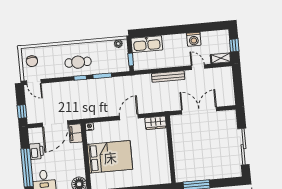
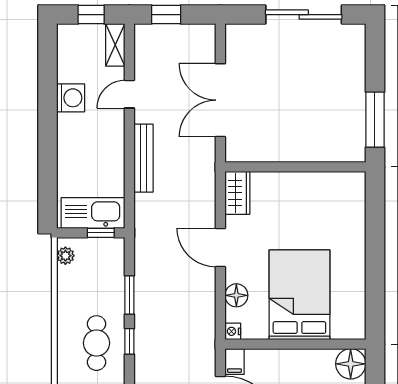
kitchen sink: (147, 44) -> (93, 213), moved, turned -90
window: (237, 81) -> (166, 15), added
floor lamp: (107, 127) -> (236, 295), added
filing cabinet: (76, 133) -> (235, 362), width x0.50

